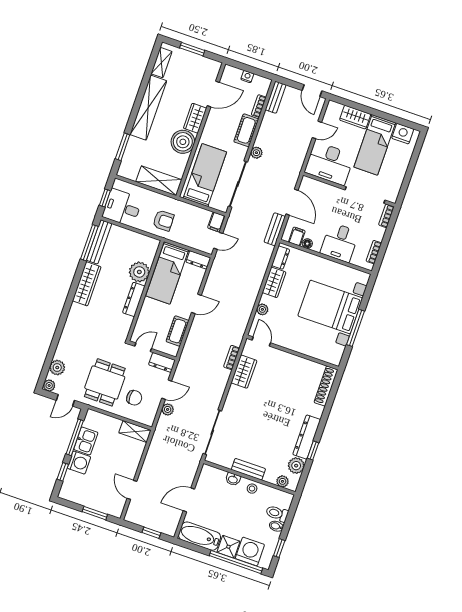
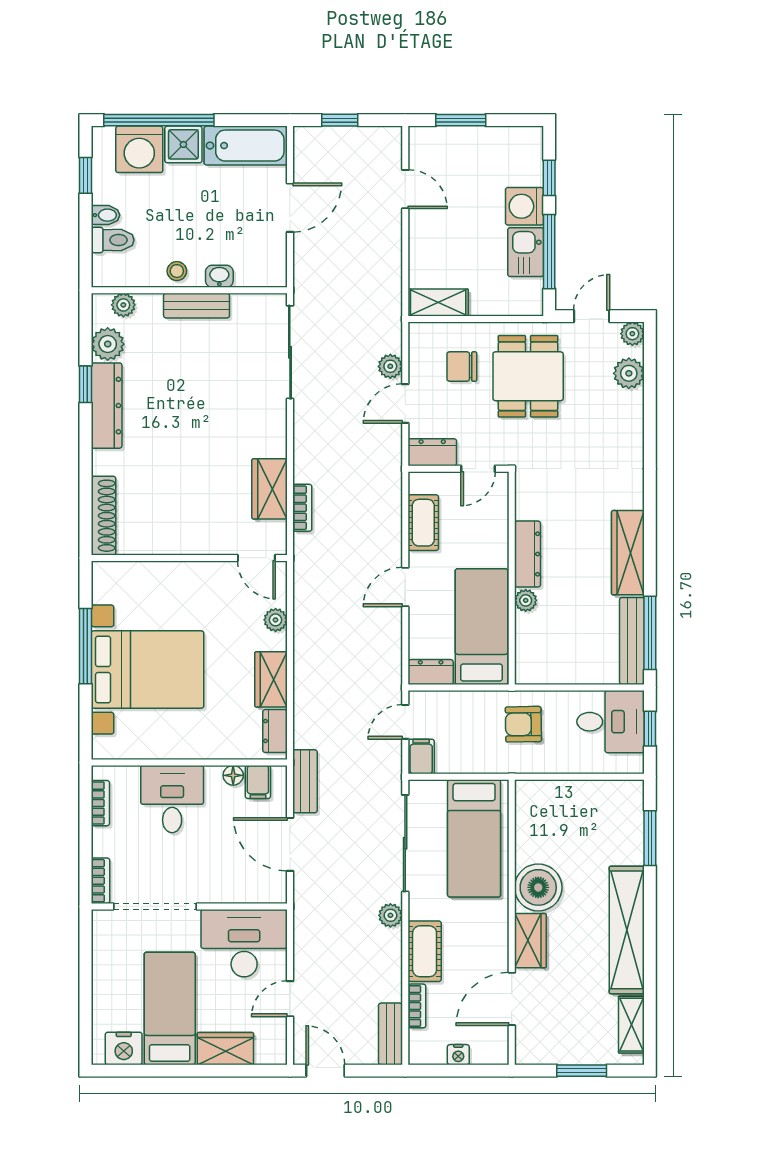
shelving: (159, 181) -> (558, 797), removed
plant: (139, 272) -> (526, 600), width x0.53, depth x0.53

